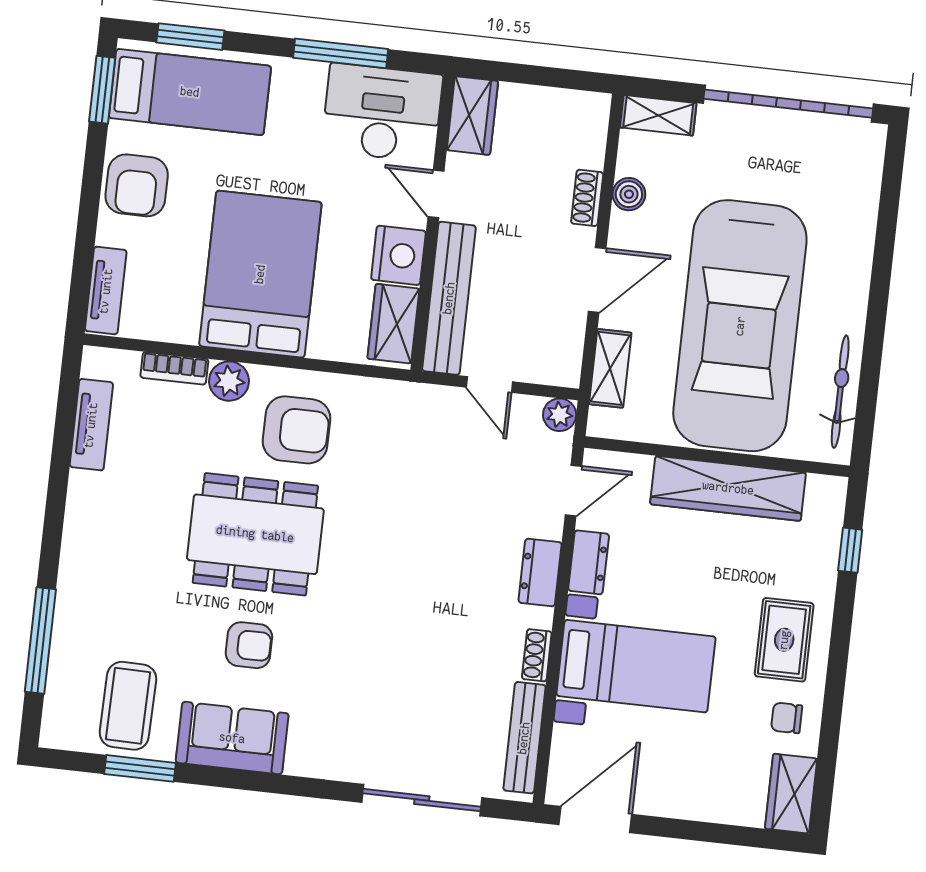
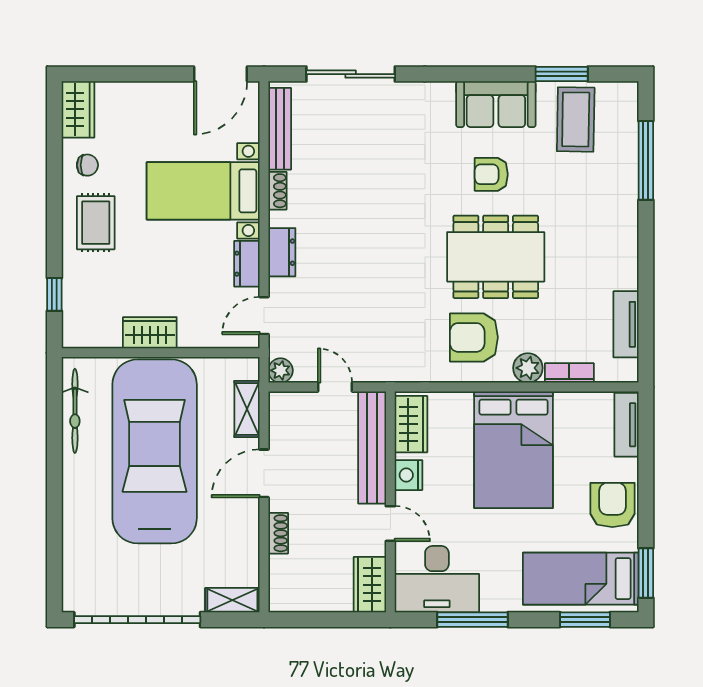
boiler: (629, 194) -> (248, 539), removed
nightstand: (398, 255) -> (408, 475), width x0.74, depth x0.75
wardrobe: (728, 488) -> (150, 333), width x0.48, depth x0.85

